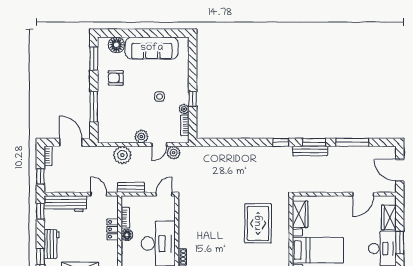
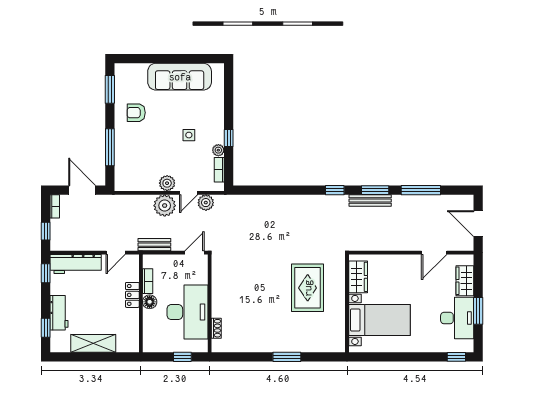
floor lamp: (116, 45) -> (137, 73), removed
plant: (122, 155) -> (165, 206), moved
door: (99, 194) -> (116, 253), swing flipped

